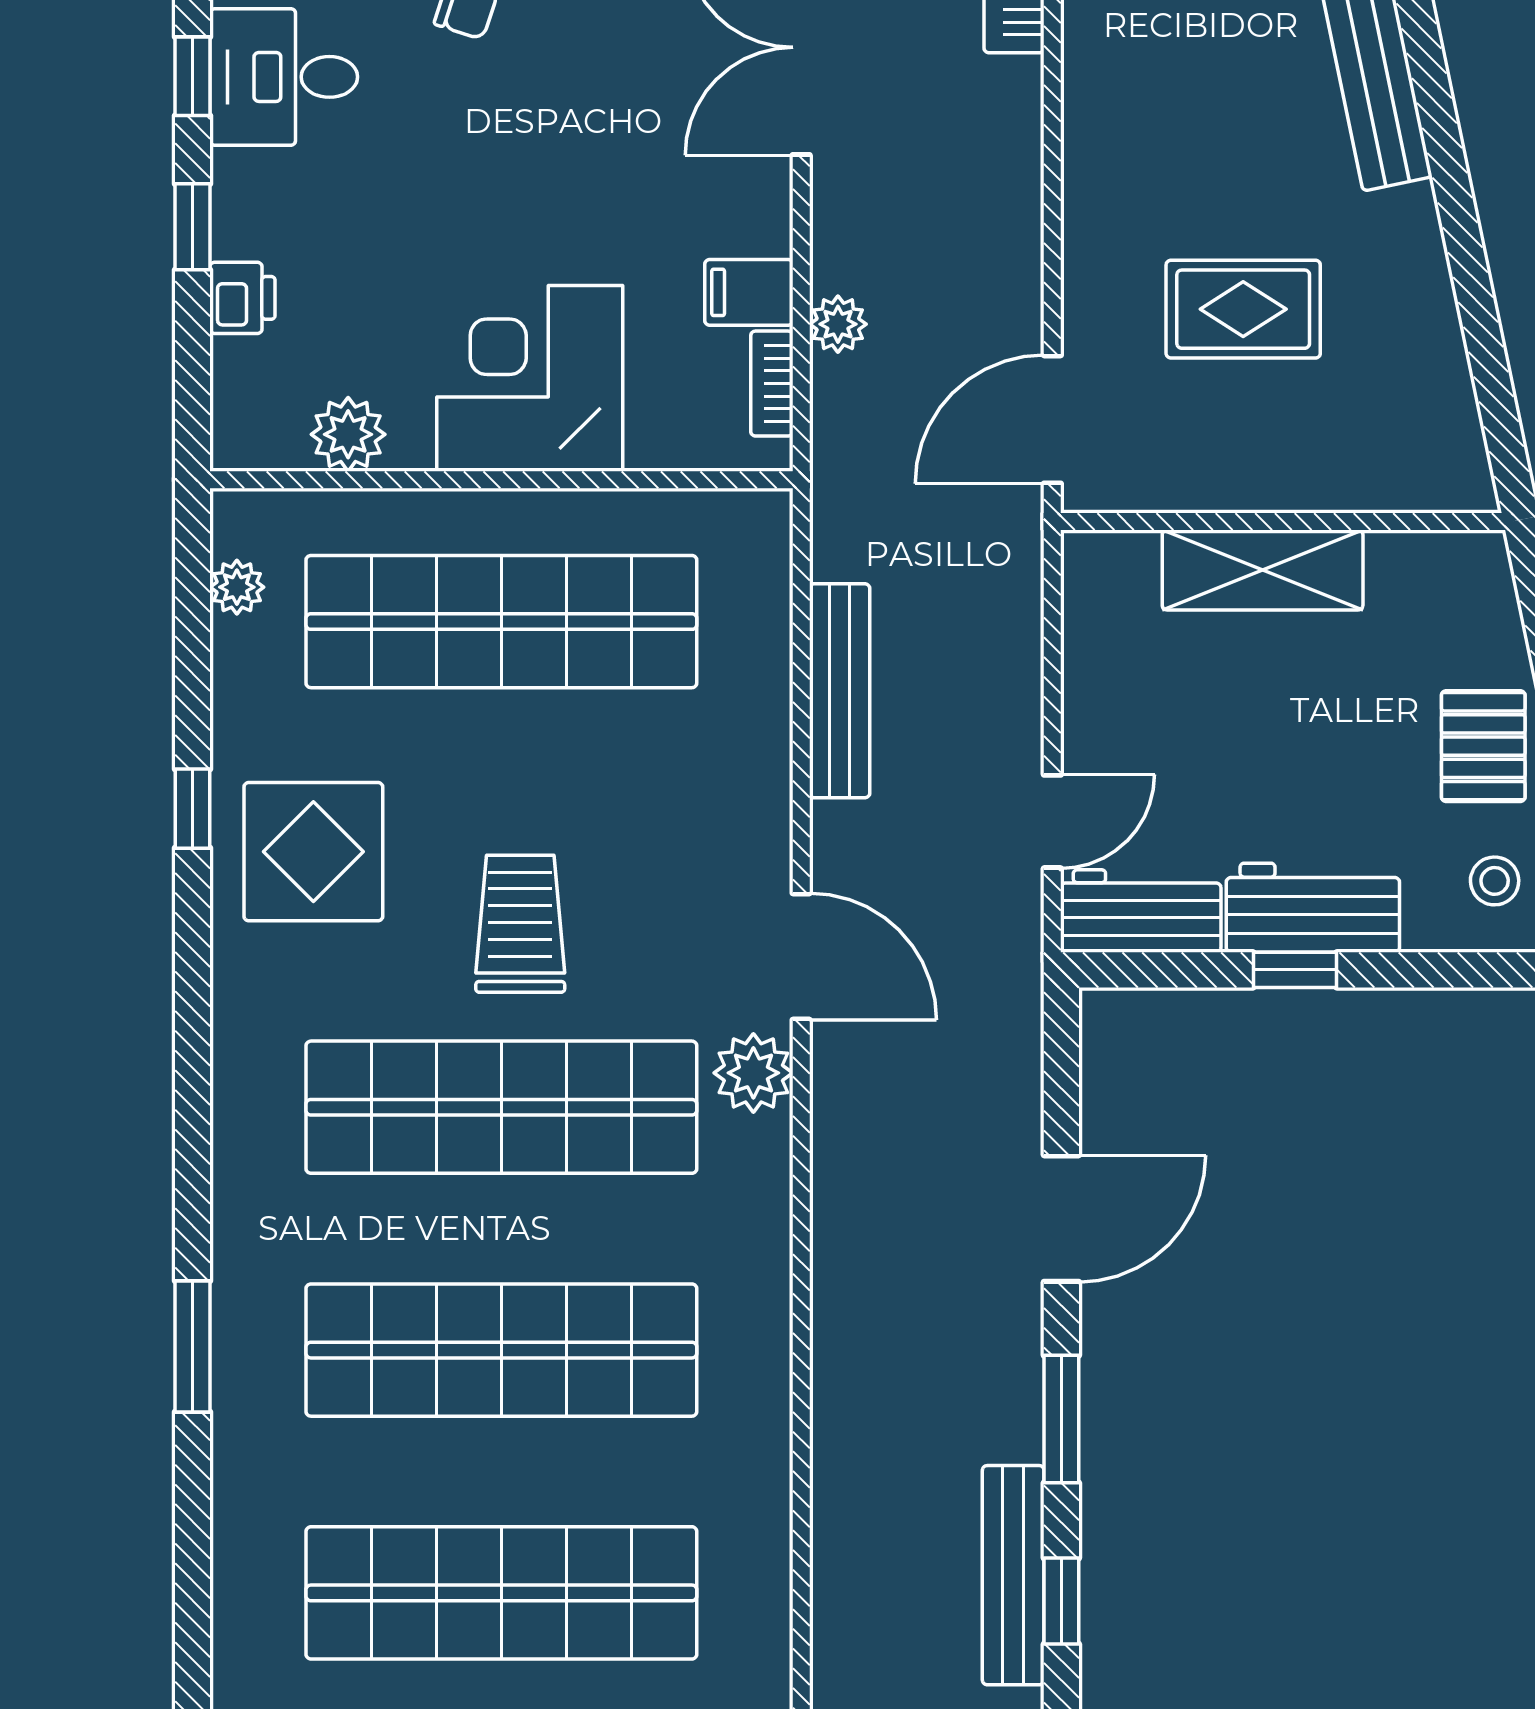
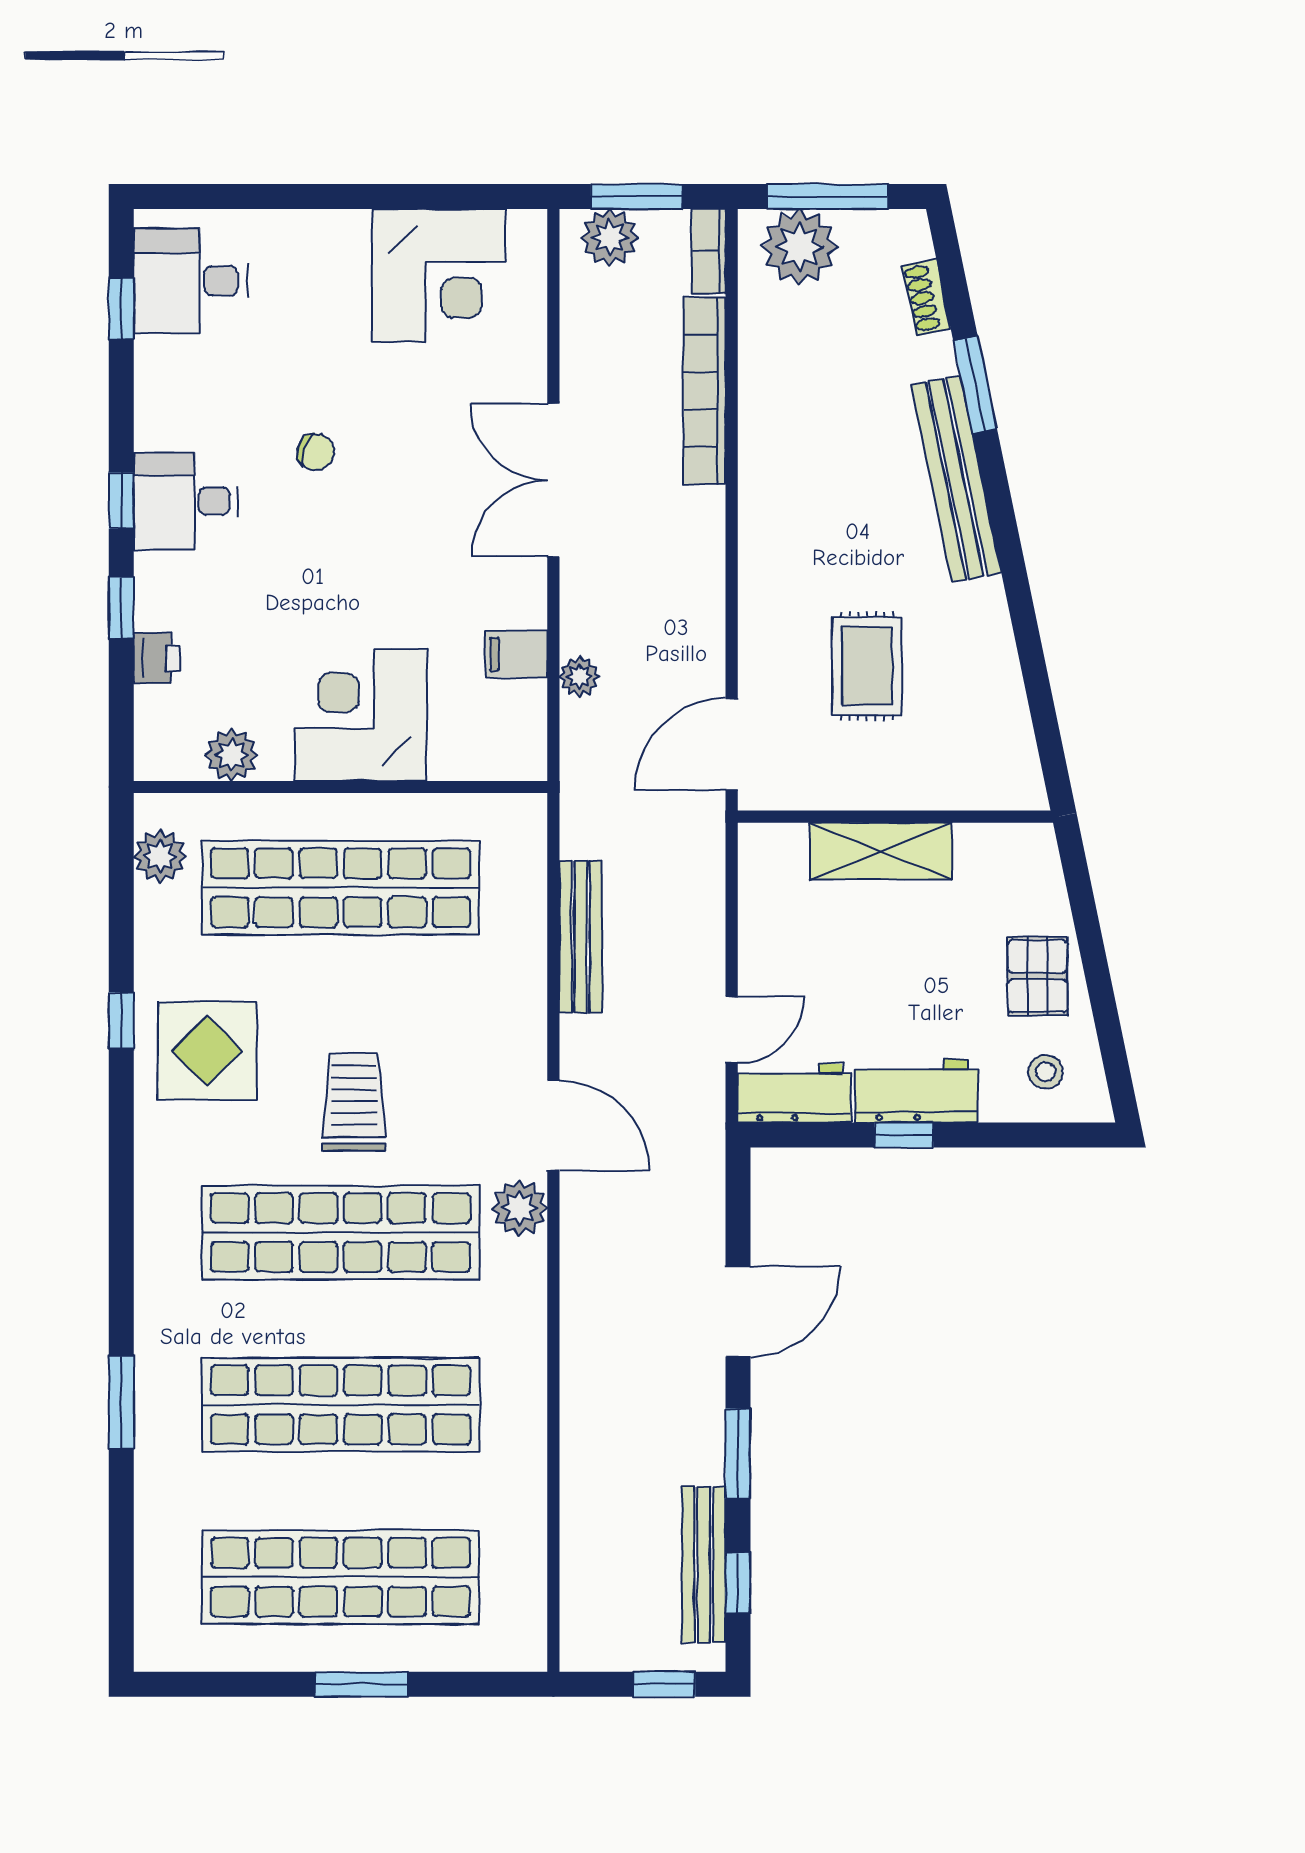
rug: (1243, 309) -> (867, 666), turned 90
bookcase: (772, 384) -> (533, 719), removed
plant: (237, 587) -> (160, 856), width x1.38, depth x1.38

